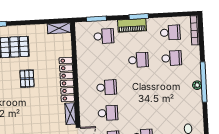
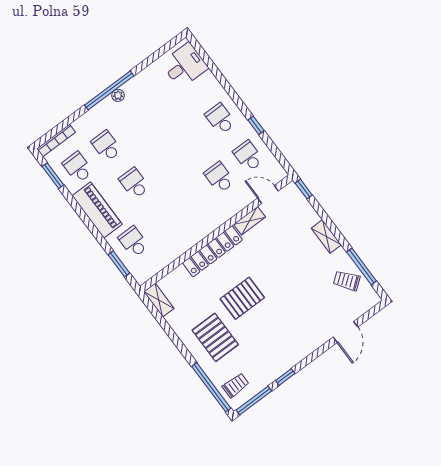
window: (139, 16) -> (53, 176), moved
piano: (132, 25) -> (97, 210), width x1.37, depth x1.33
pallet: (27, 79) -> (242, 298), width x1.50, depth x1.42
school desk: (107, 87) -> (191, 199), removed

